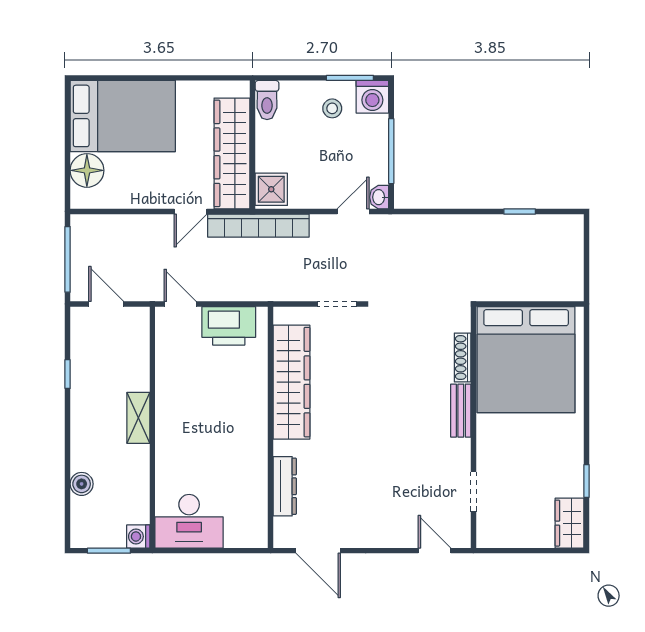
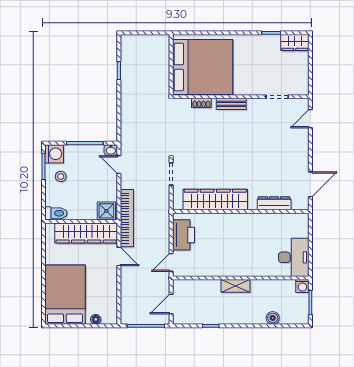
floor lamp: (87, 170) -> (96, 319), width x0.53, depth x0.53
shoe rack: (463, 358) -> (201, 103), width x0.70

